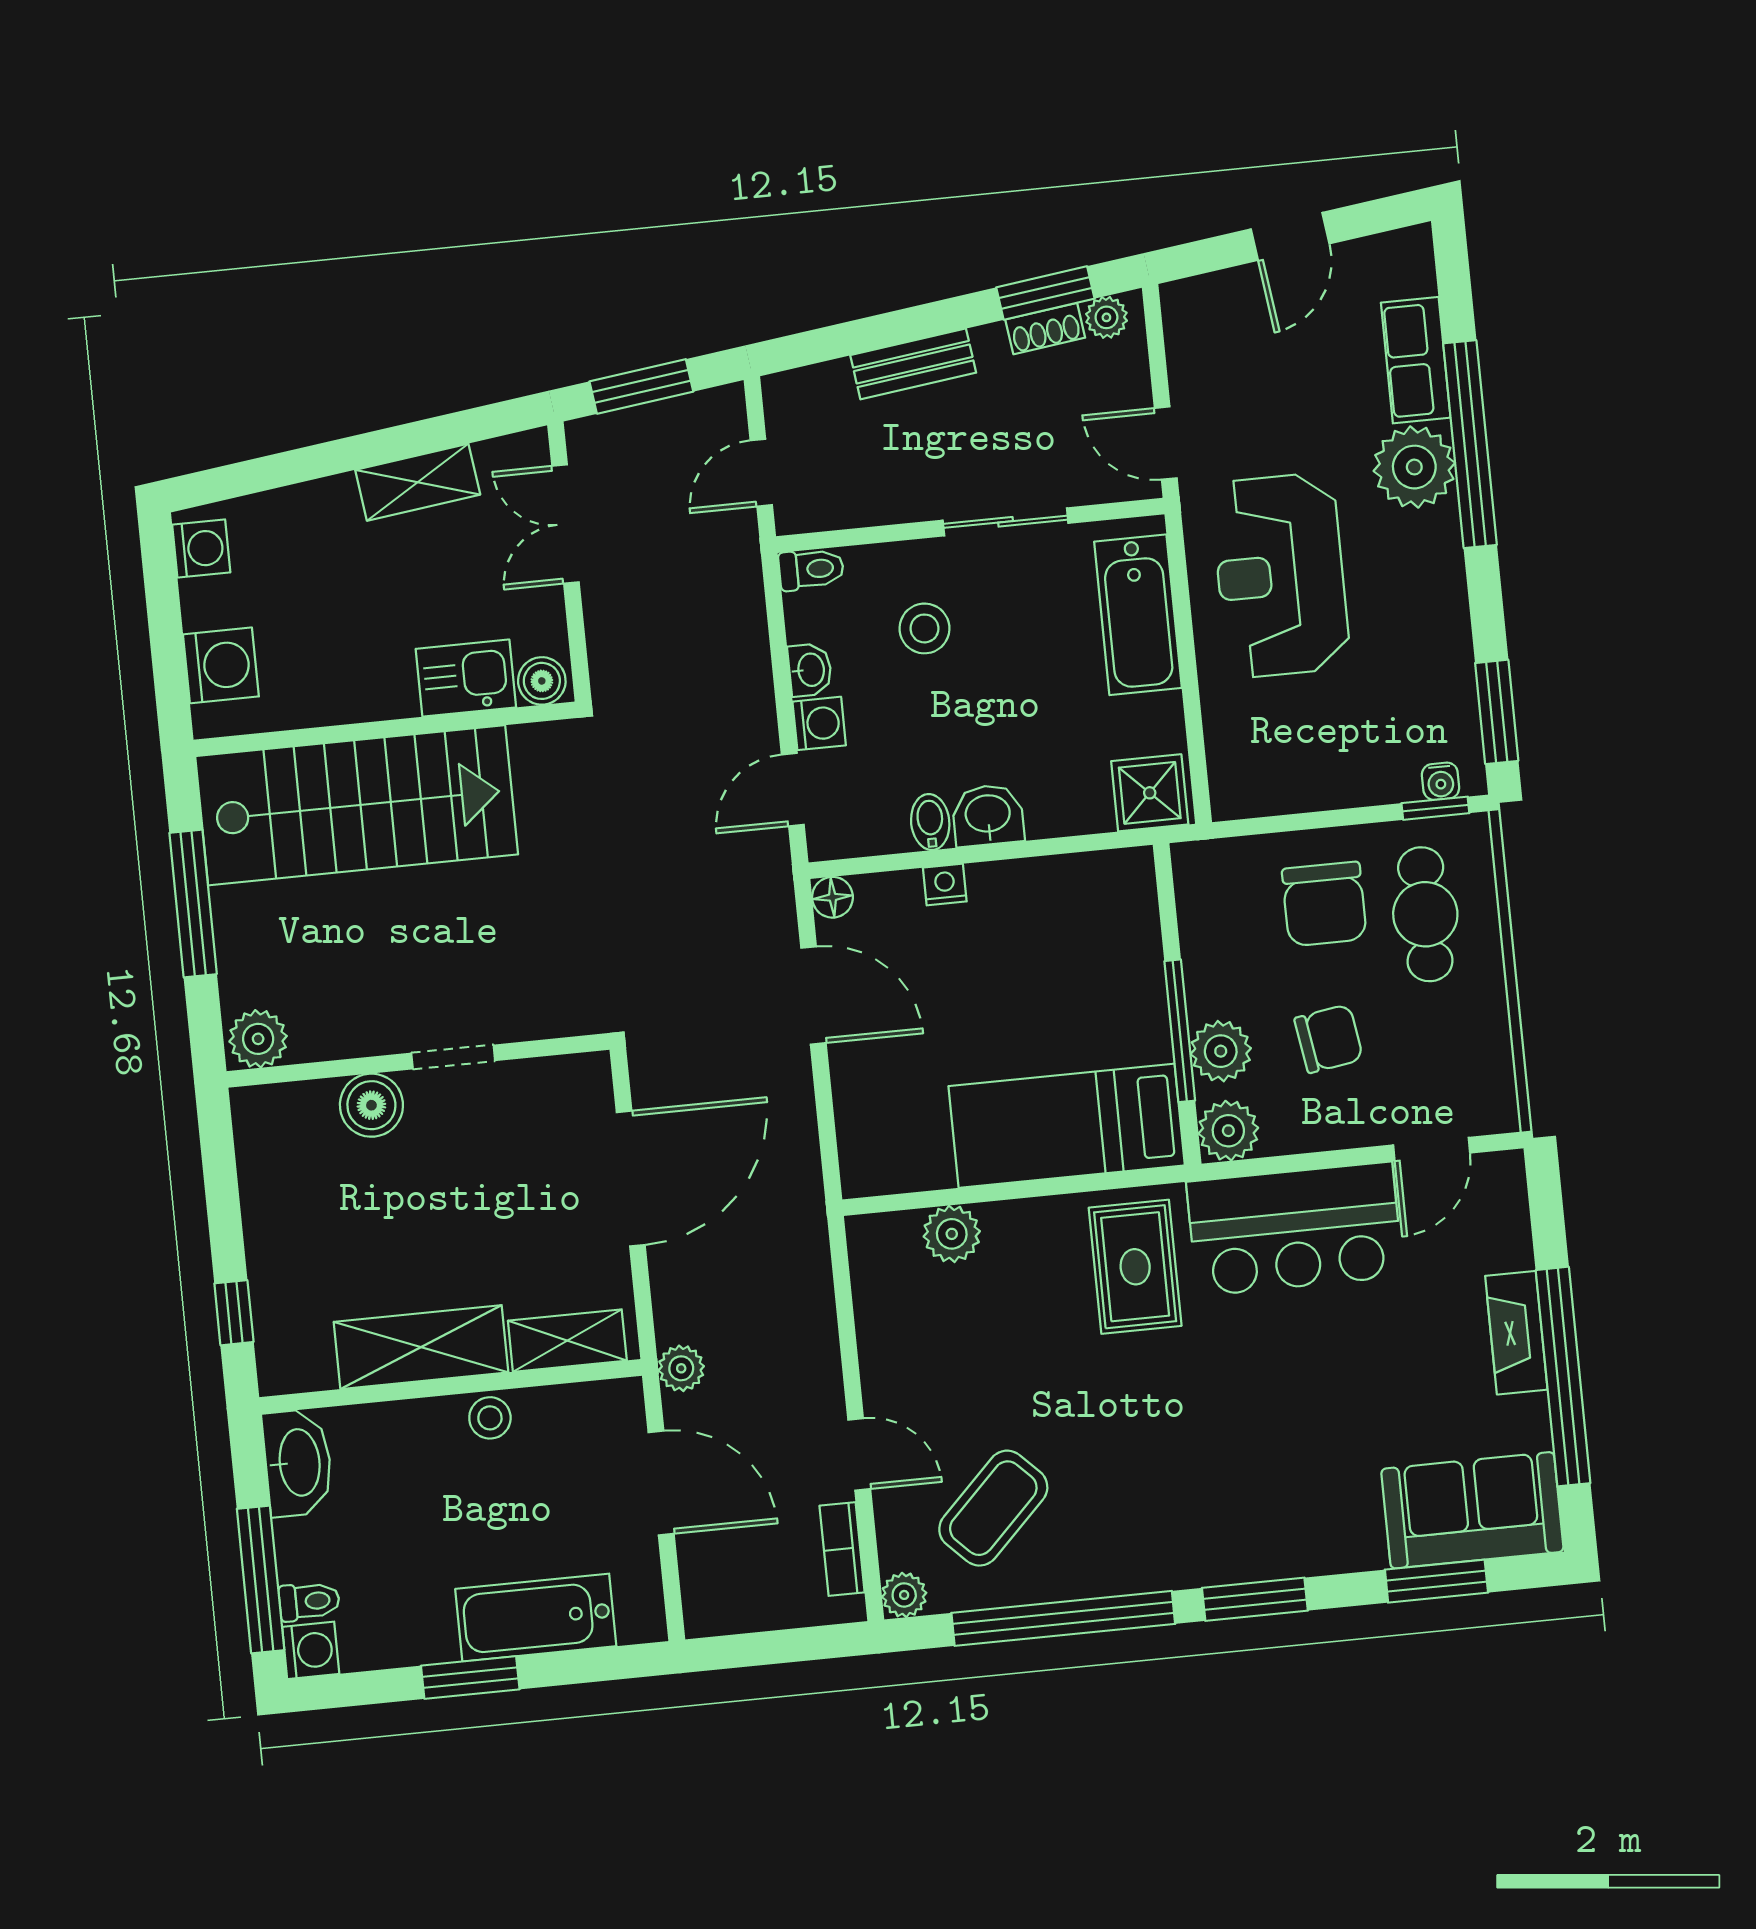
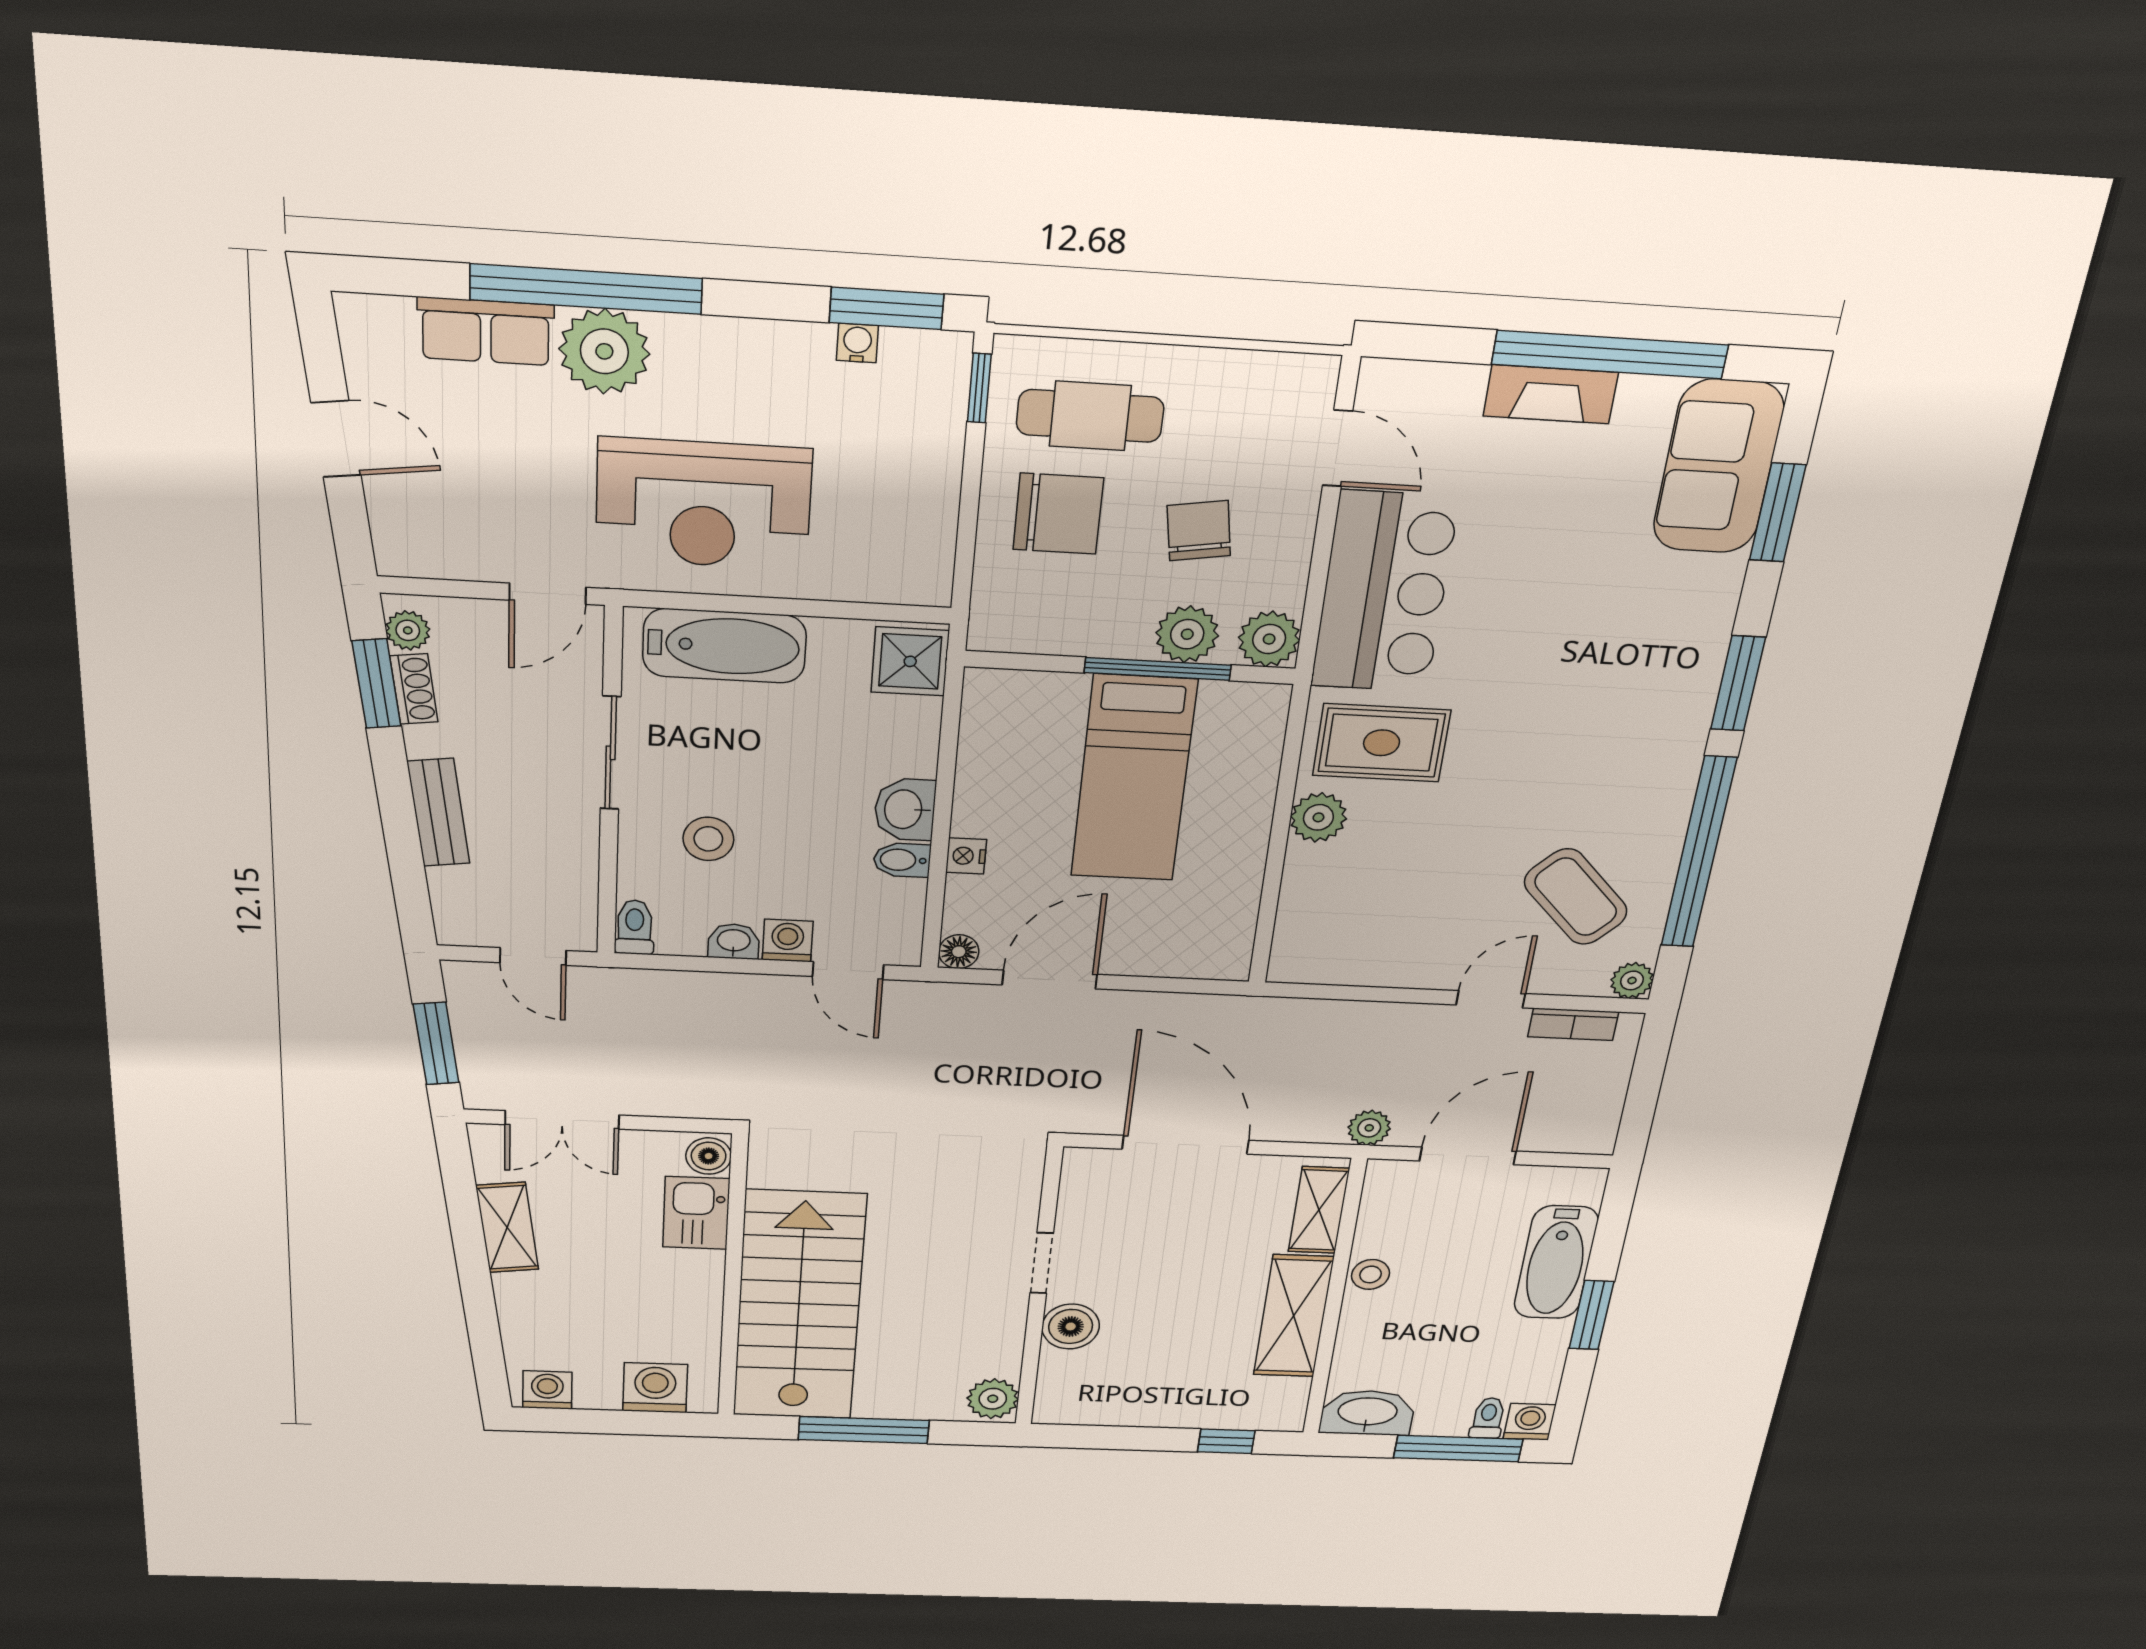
water cooler: (1441, 781) -> (857, 343), moved, turned -90
bed: (1067, 1126) -> (1134, 779), moved
plant: (952, 1234) -> (1318, 817), moved

